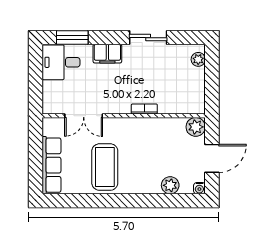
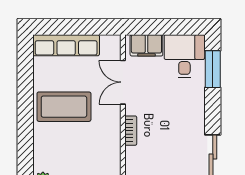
filing cabinet: (107, 54) -> (146, 45), moved, turned -90
bookcase: (144, 109) -> (131, 131), moved

